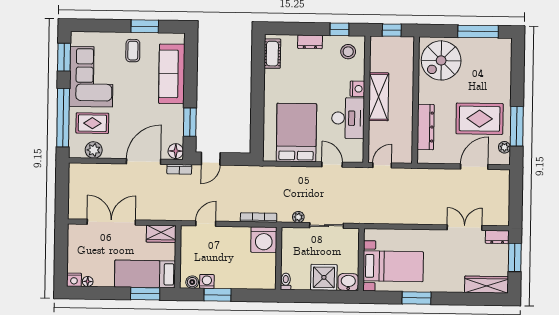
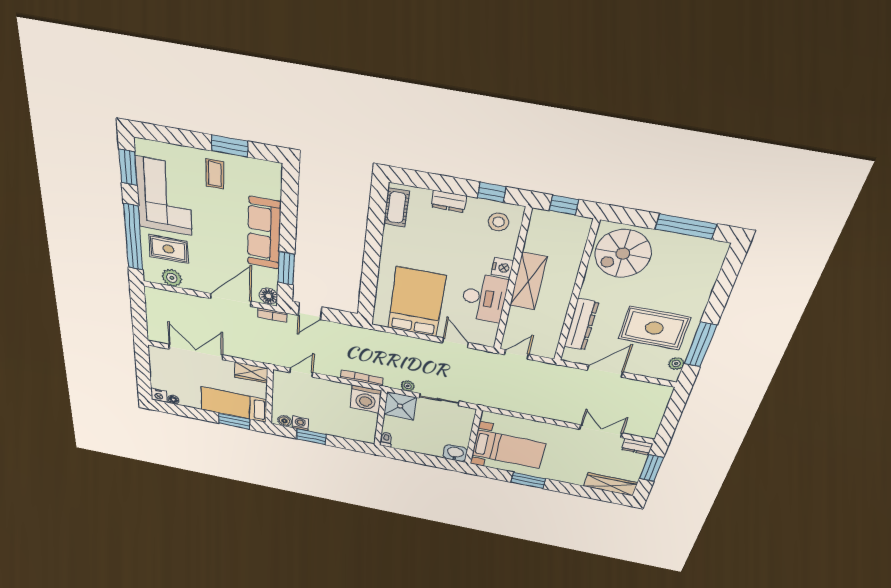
sofa: (172, 74) -> (264, 233), moved
door: (474, 167) -> (605, 371), moved
shower: (324, 277) -> (400, 406), moved

